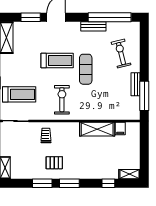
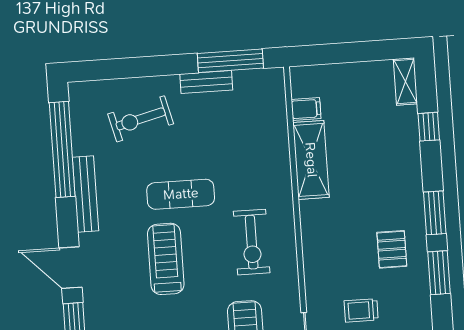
bench: (93, 26) -> (86, 194), width x1.36
exercise bike: (62, 100) -> (252, 242), turned -90
trolley: (46, 135) -> (361, 310), moved

